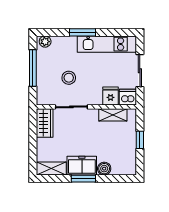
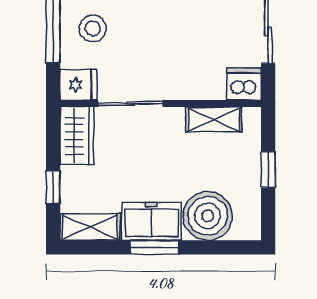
stool: (69, 78) -> (93, 28), moved
fridge: (111, 96) -> (79, 85), moved, turned 90
window: (33, 149) -> (53, 187), added
boiler: (104, 169) -> (208, 216), width x1.86, depth x1.86

